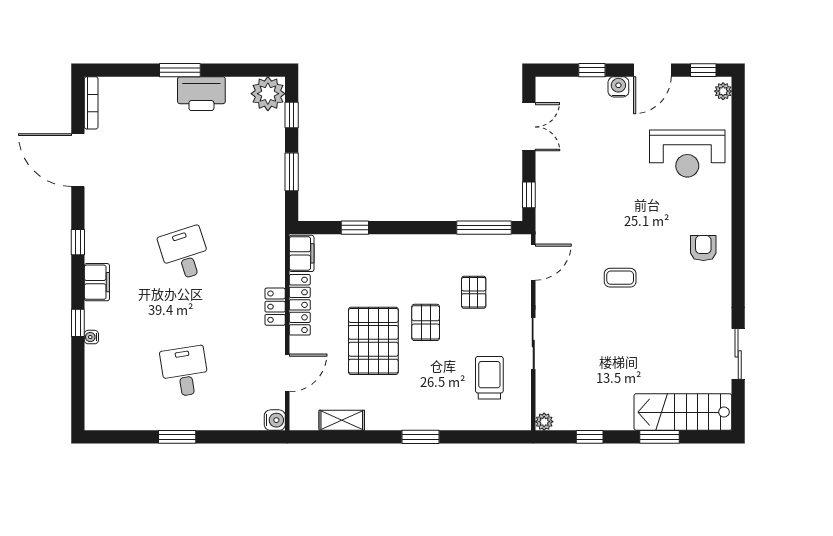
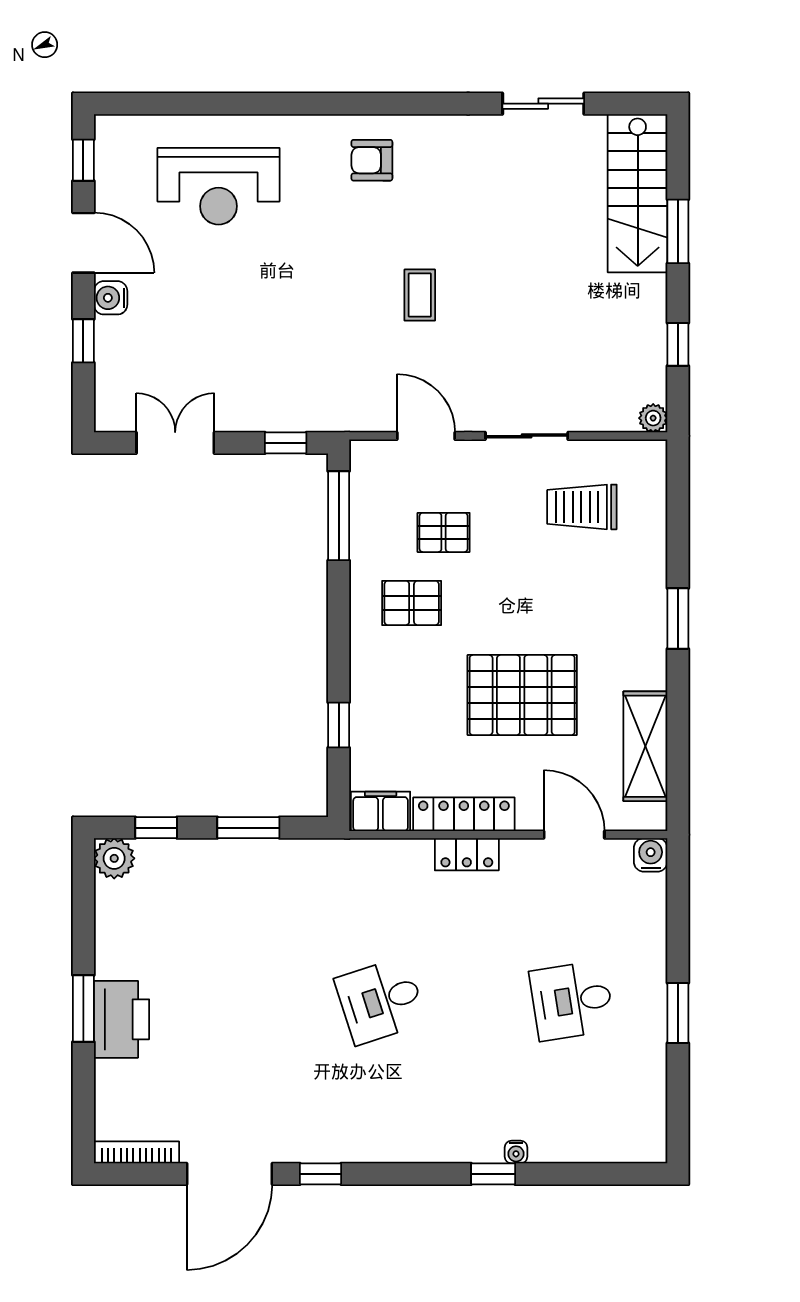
plant: (723, 91) -> (118, 128), removed
printer: (201, 94) -> (122, 1019), moved
plant: (268, 94) -> (114, 858), width x0.73, depth x0.73
reception desk: (687, 153) -> (219, 186), turned 90
window: (78, 242) -> (321, 1174), moved
door: (533, 262) -> (426, 436), moved
filing cabinet: (97, 282) -> (427, 1143), removed
pallet: (426, 322) -> (412, 603), moved
shelving: (342, 420) -> (645, 746), width x1.50, depth x1.33

